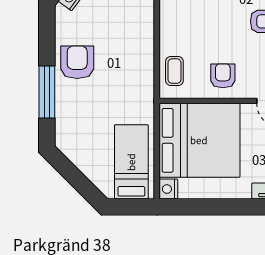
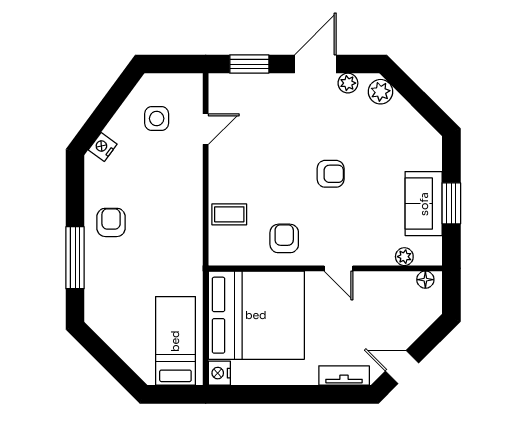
armchair: (77, 62) -> (111, 222), width x0.72, depth x0.72
coffee table: (174, 71) -> (229, 214), moved, turned 90

